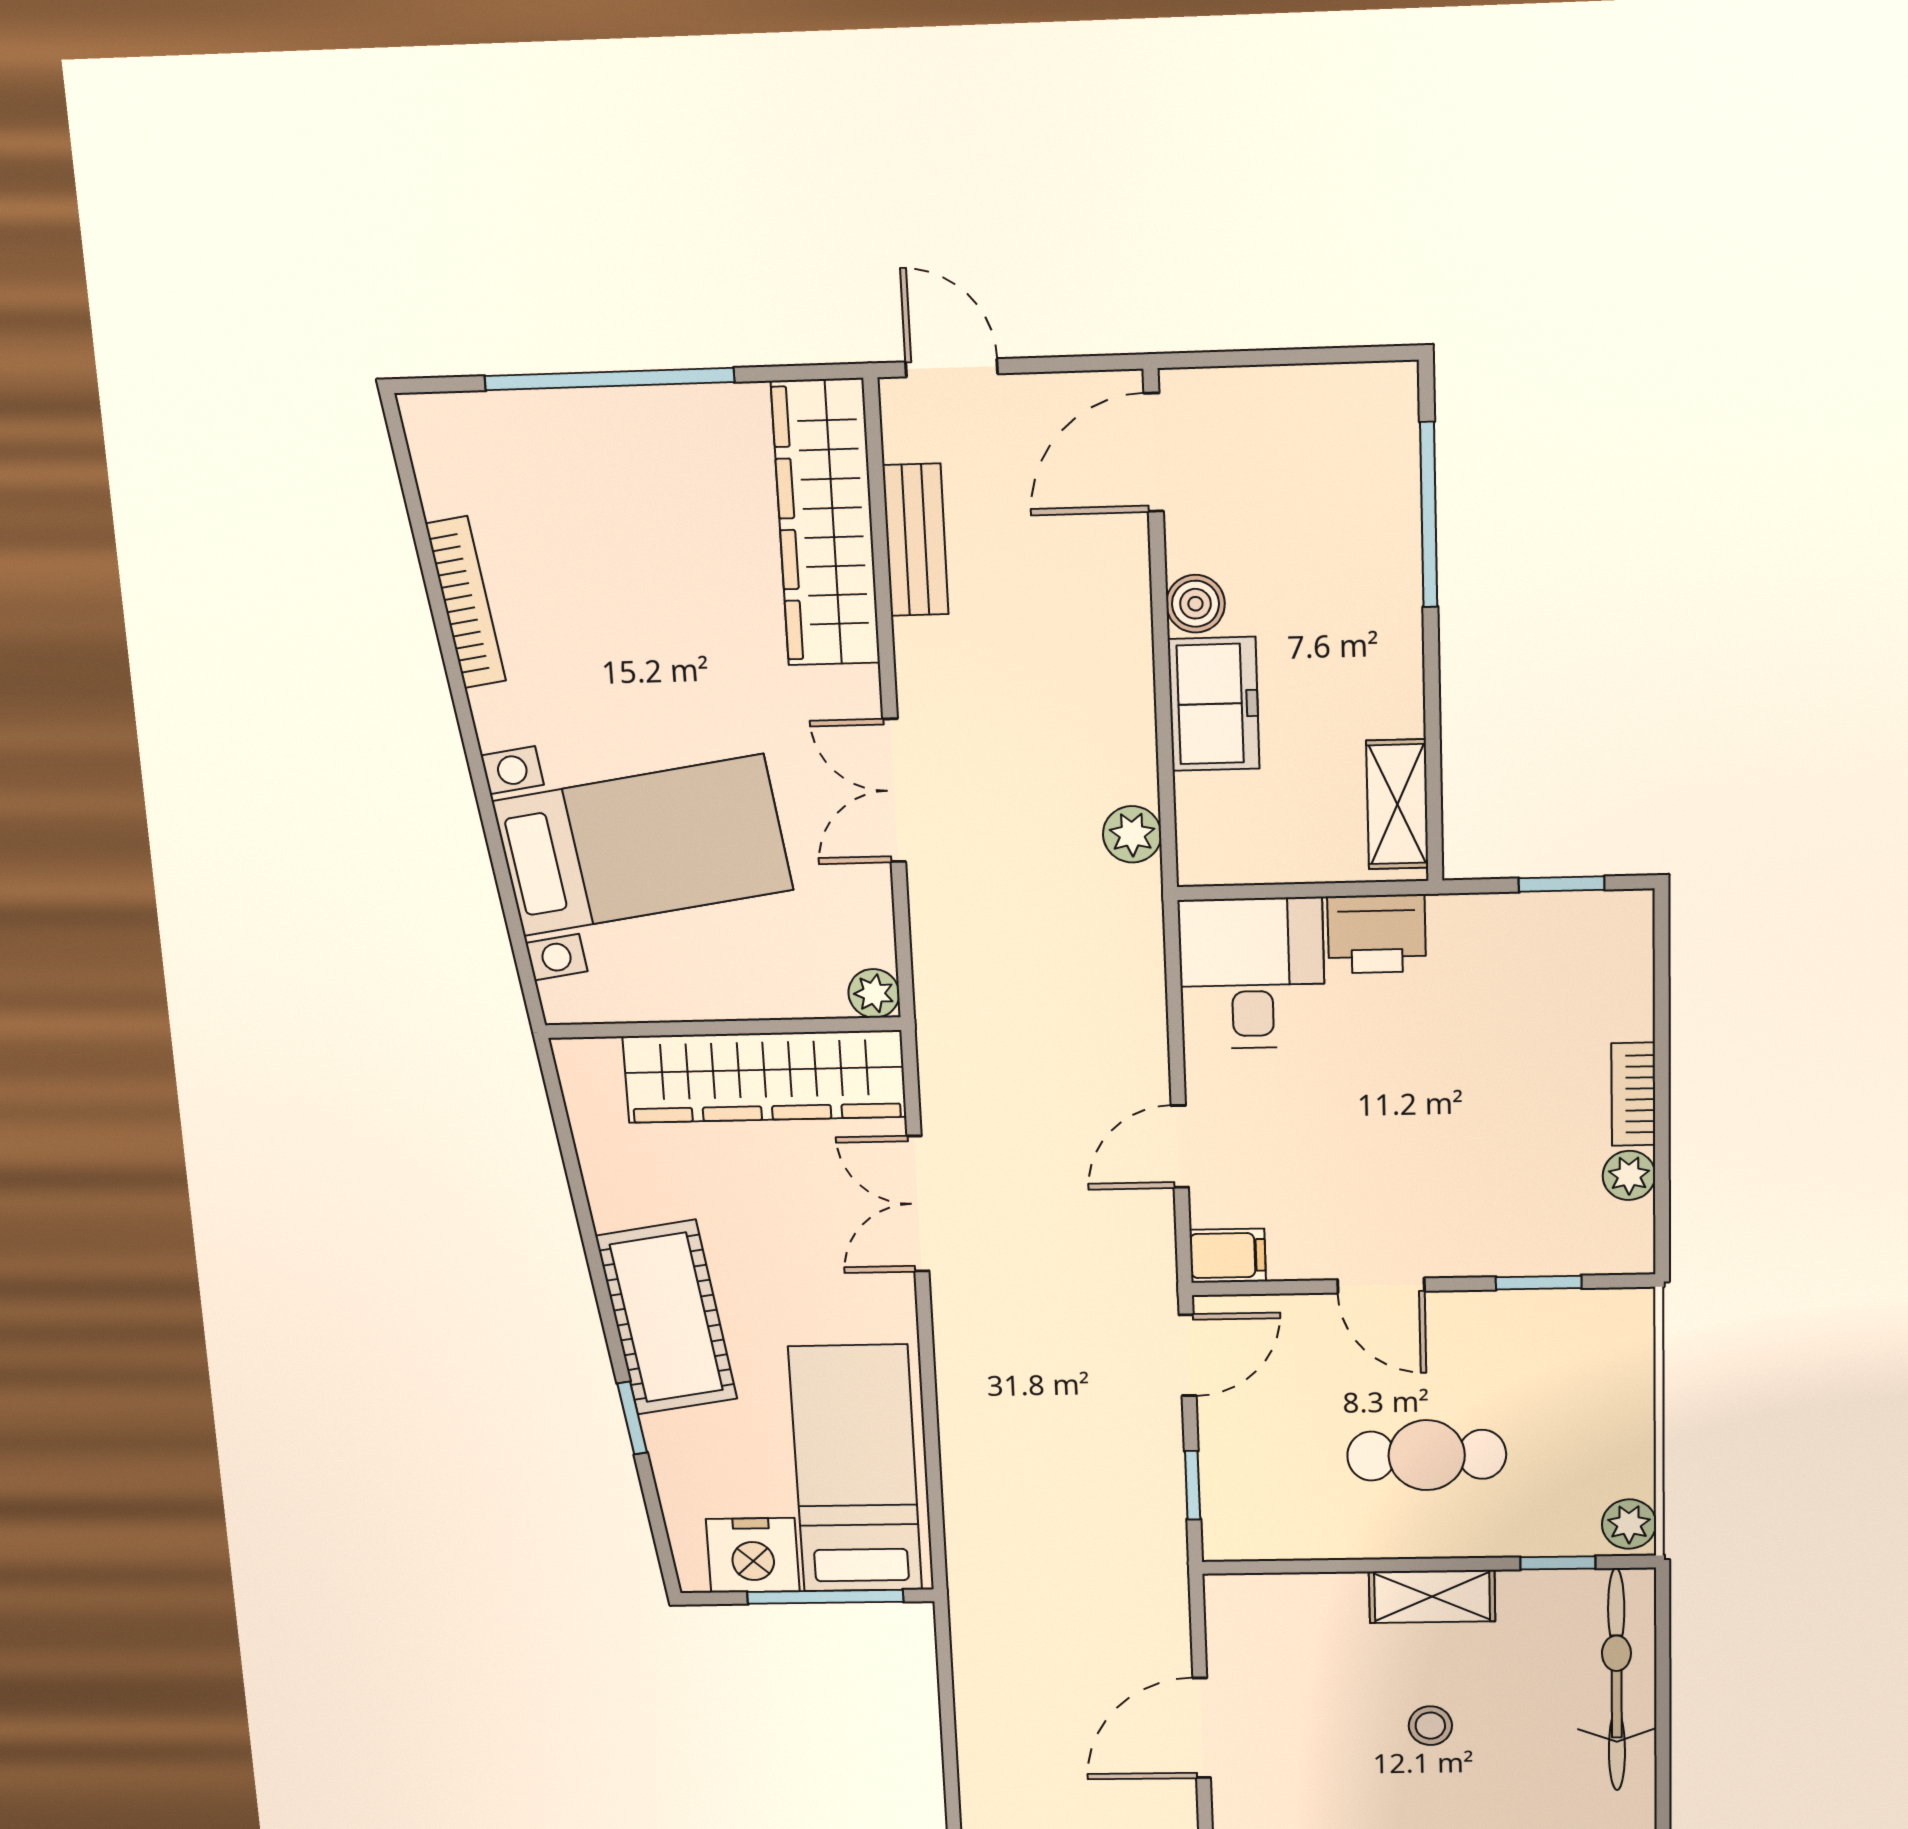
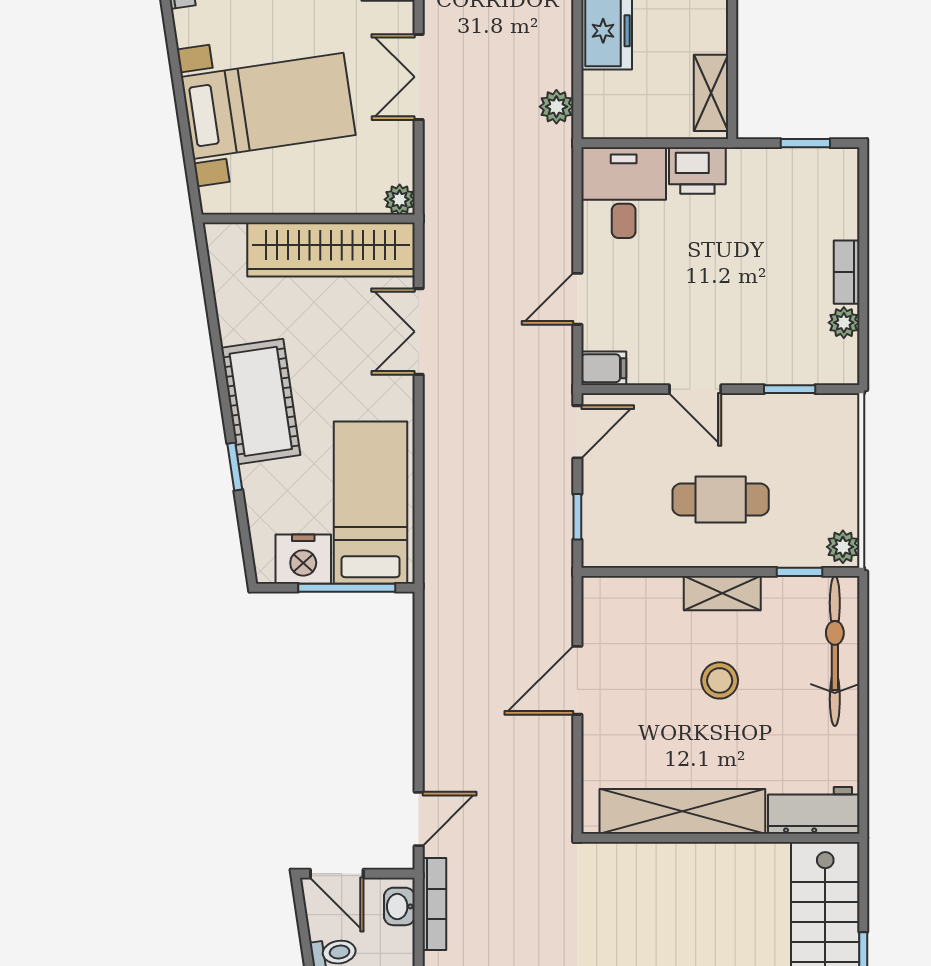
stool: (1430, 1726) -> (720, 680), width x1.37, depth x1.37

